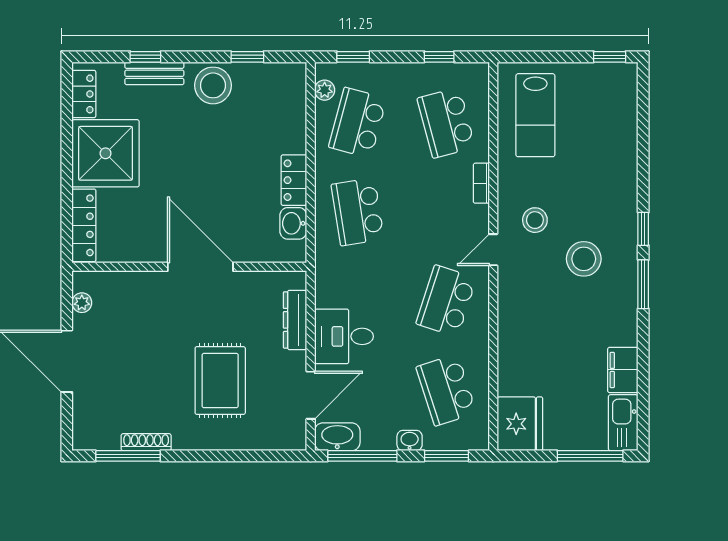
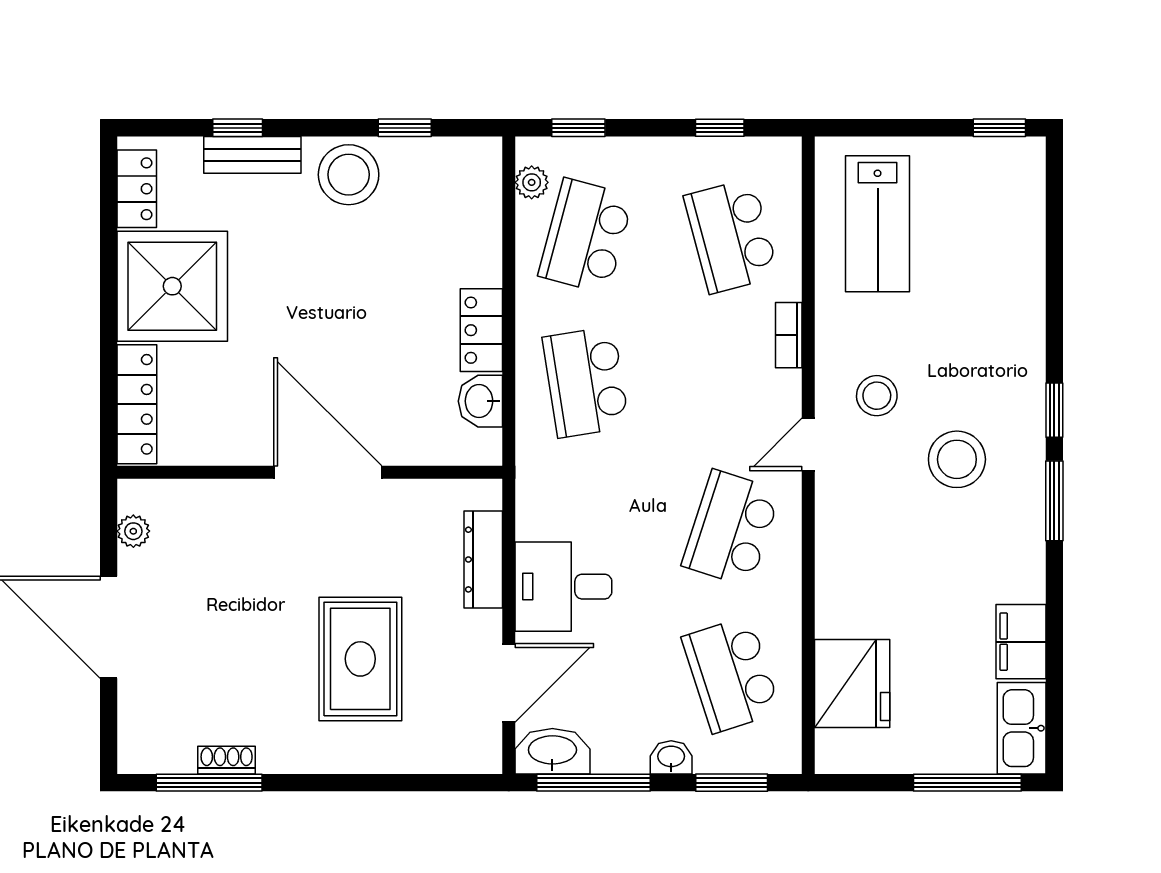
fridge: (520, 424) -> (852, 684), moved
shoe rack: (146, 442) -> (227, 760), width x0.70

